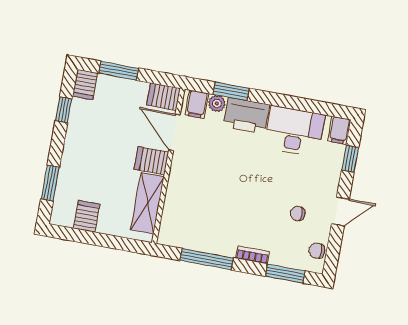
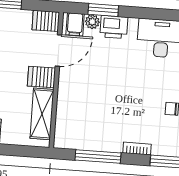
printer: (246, 116) -> (114, 27), width x0.73, depth x0.84
door: (174, 132) -> (58, 51), swing flipped

